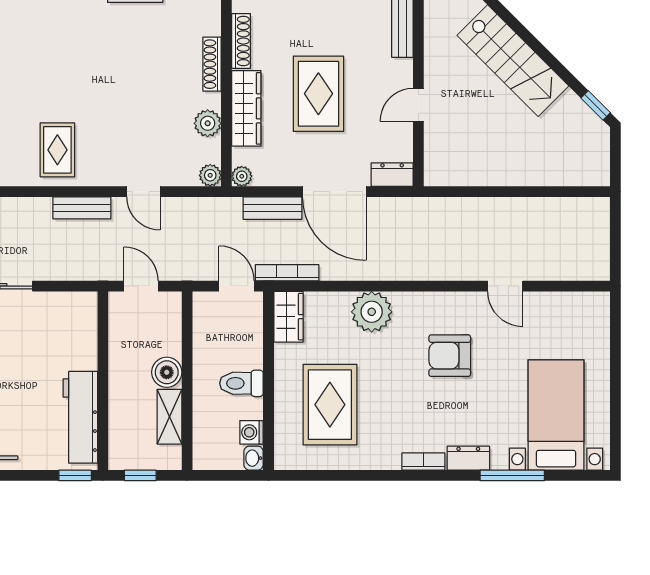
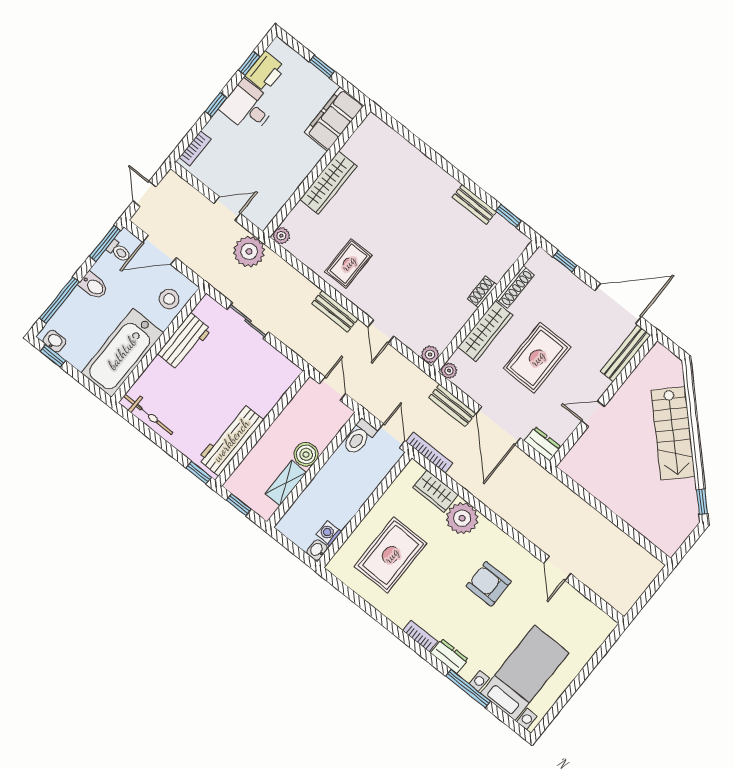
shoe rack: (212, 64) -> (482, 292), width x0.70
plant: (208, 123) -> (454, 321), removed
wardrobe: (288, 317) -> (436, 491), moved, turned 90
toilet: (241, 383) -> (359, 437), moved, turned -90

